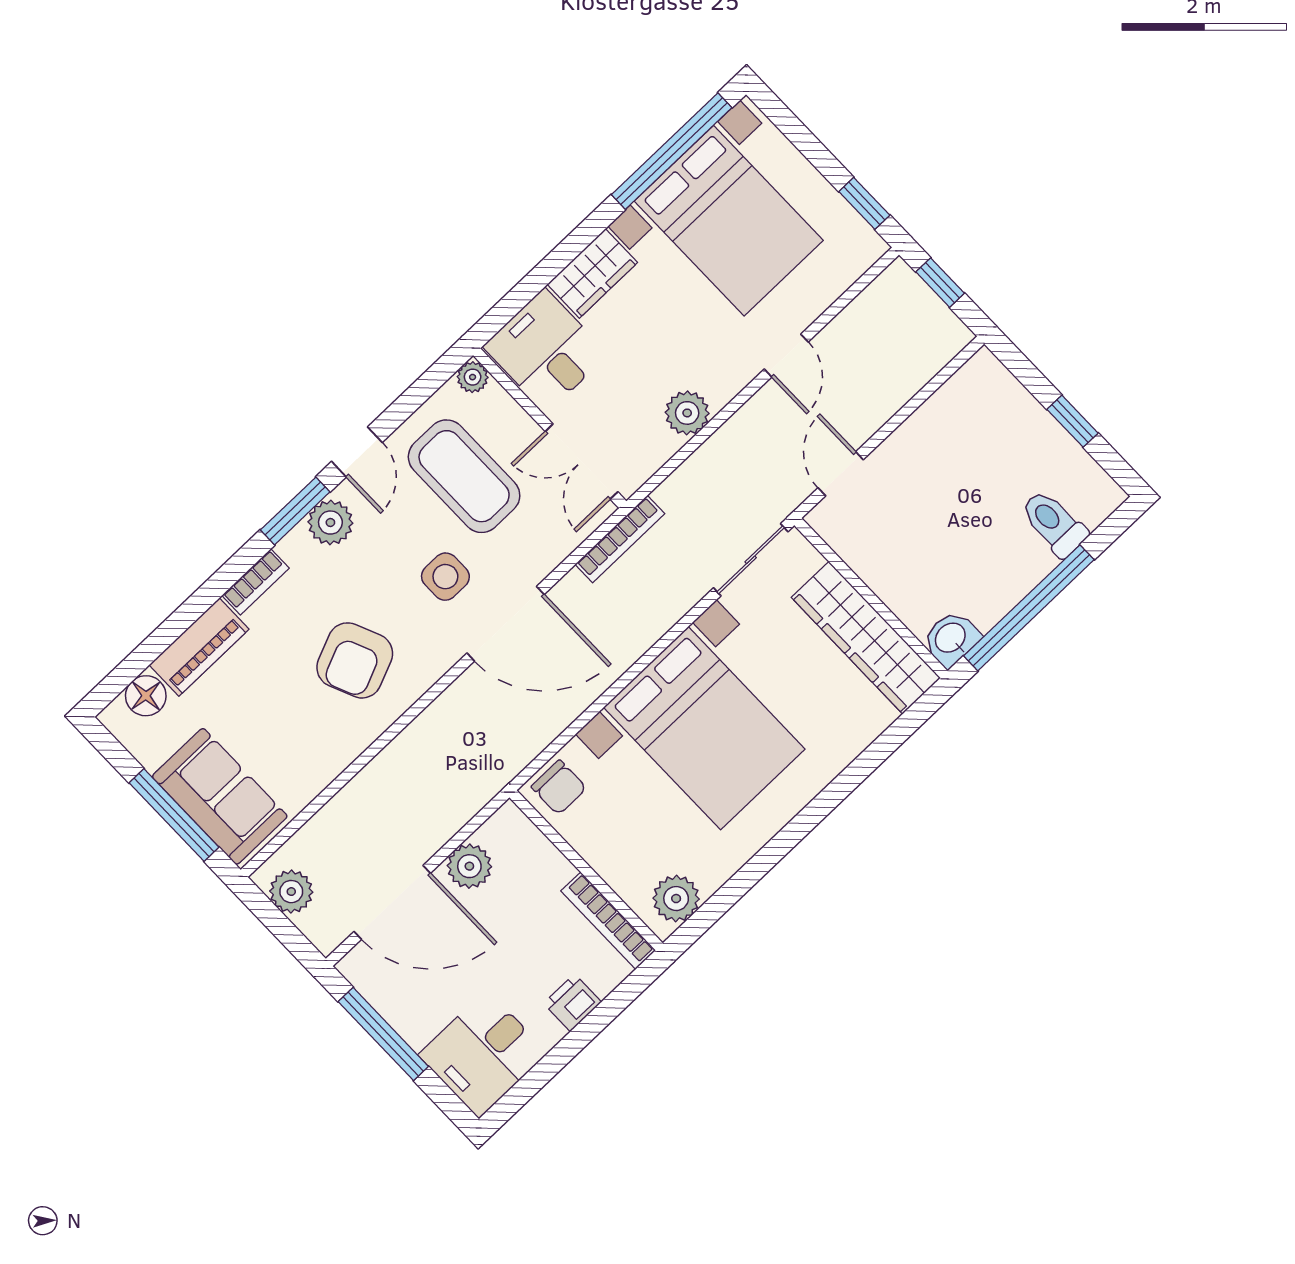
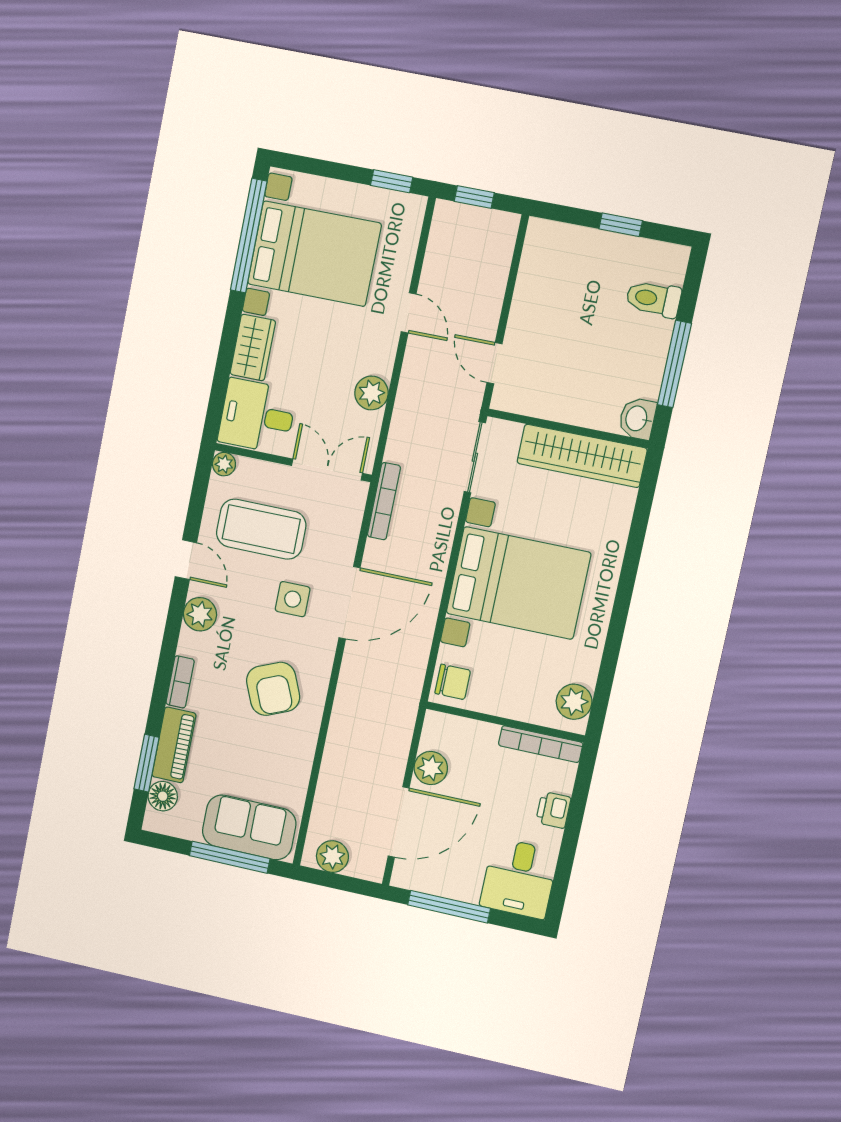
double door: (582, 462) -> (327, 469), swing flipped
window: (295, 511) -> (147, 763), moved
window: (1029, 608) -> (674, 364), width x0.68

